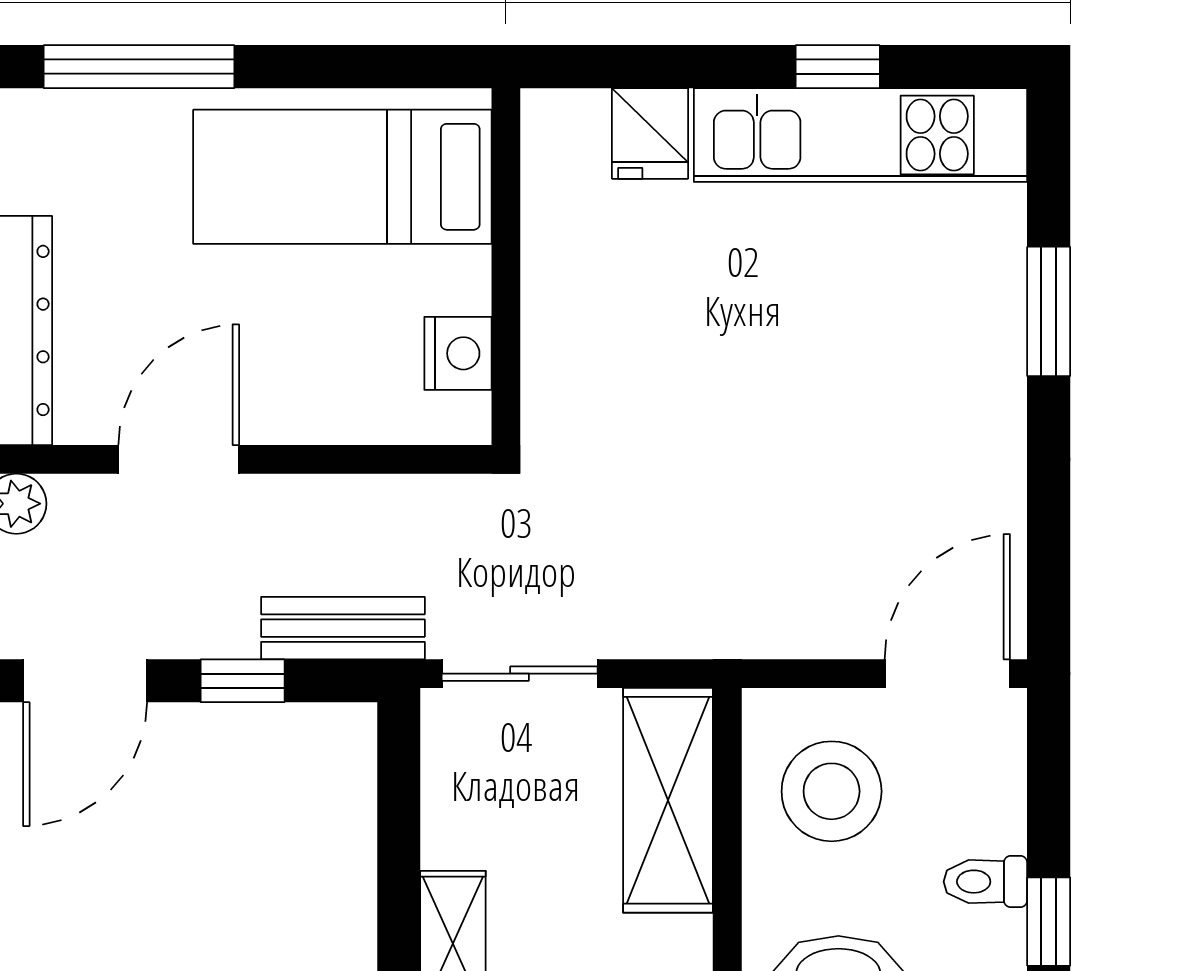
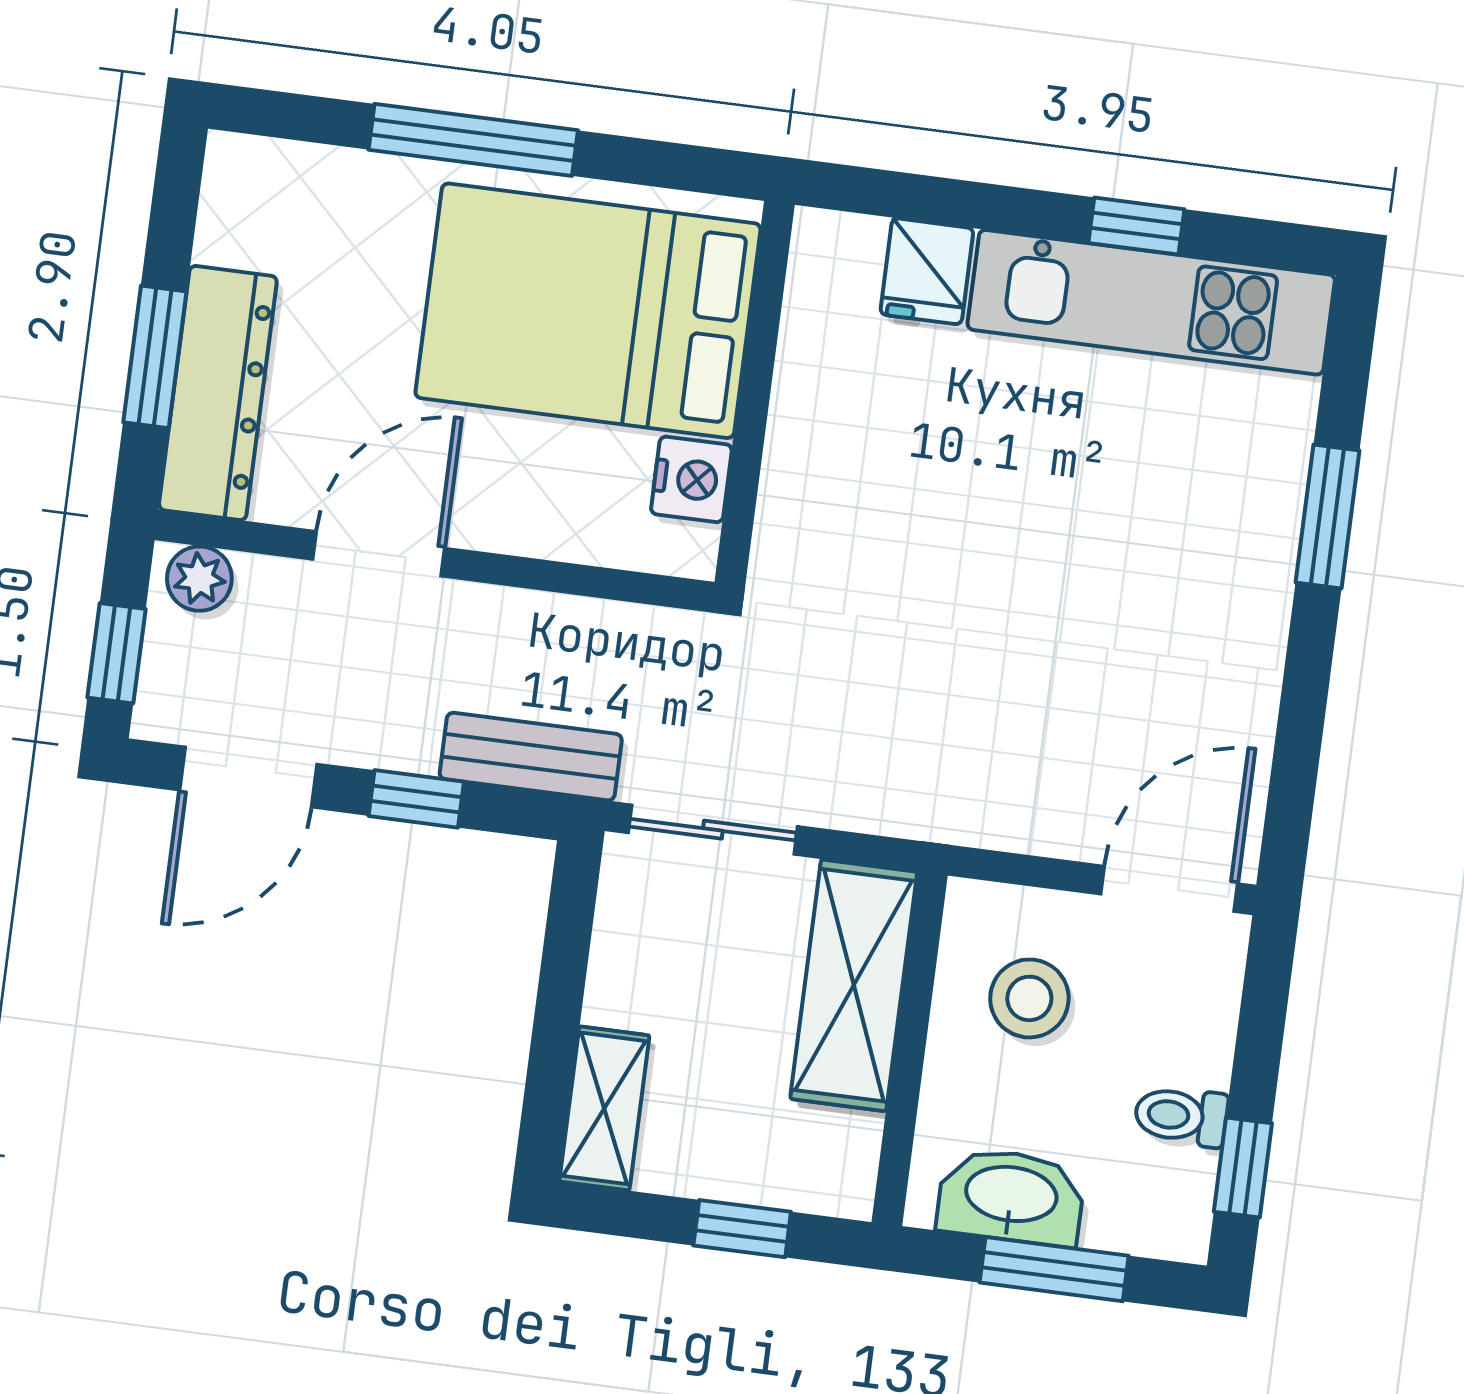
window: (139, 67) -> (473, 140), moved
bed: (342, 177) -> (588, 311), width x1.50
stool: (832, 791) -> (1029, 998), width x0.73, depth x0.73

